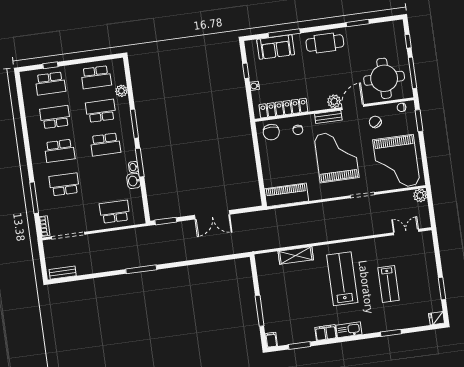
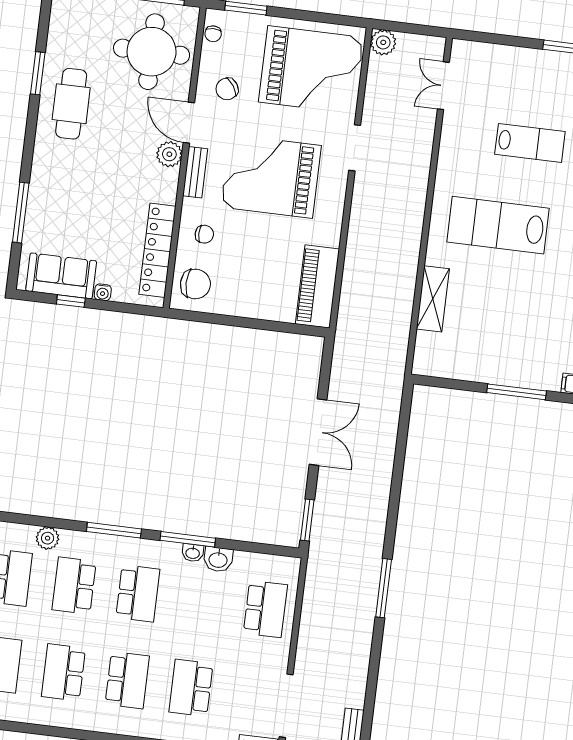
cafe table: (325, 43) -> (71, 104), moved
sofa: (276, 47) -> (61, 276), moved, turned -90
school desk: (115, 212) -> (265, 609), turned 180

